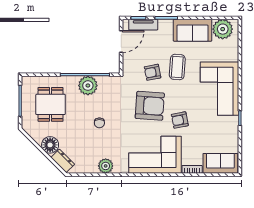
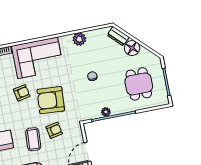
plant: (88, 86) -> (106, 112), width x0.53, depth x0.53

